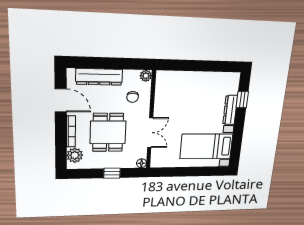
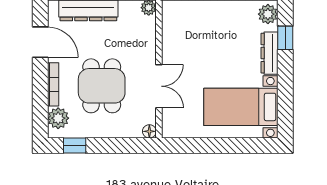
plant: (232, 82) -> (268, 14), added
chair: (133, 97) -> (133, 36), removed
window: (112, 173) -> (75, 146), moved

